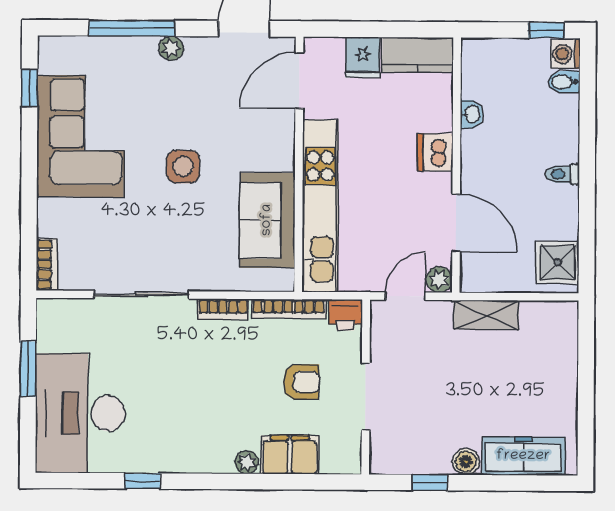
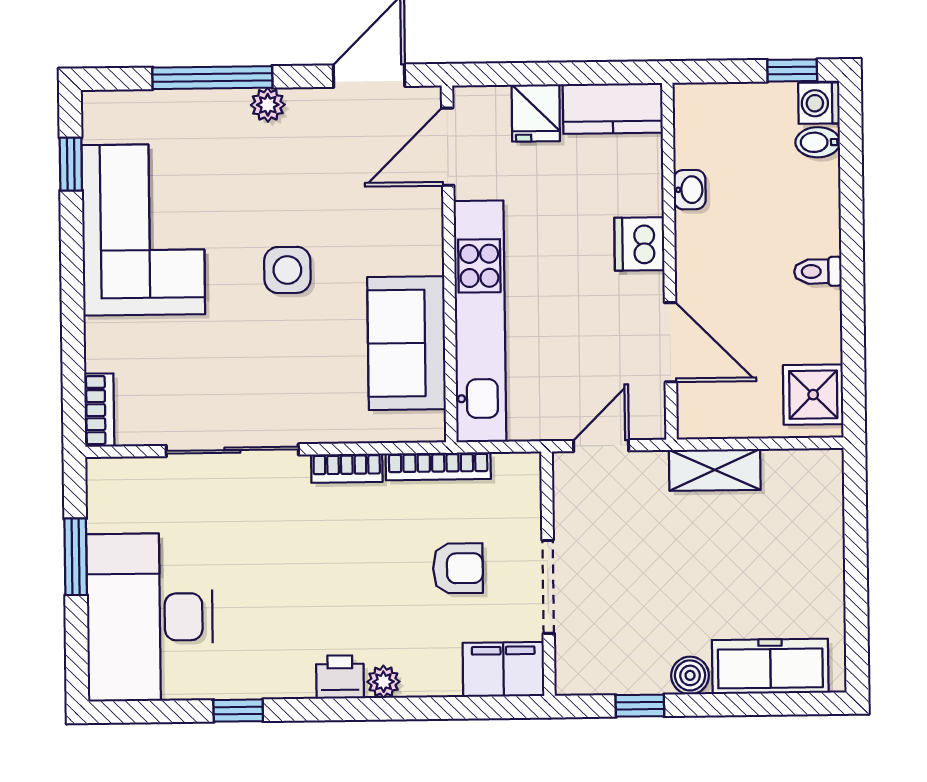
plant: (439, 280) -> (648, 422), removed
printer: (345, 315) -> (340, 677), moved, turned 180
filing cabinet: (290, 455) -> (503, 669), moved

